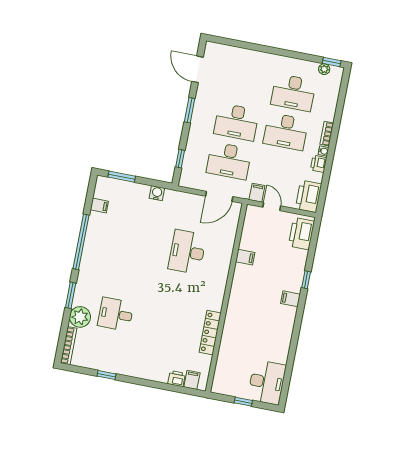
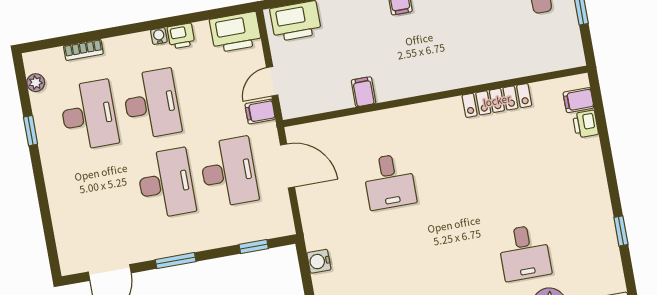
window: (332, 62) -> (31, 131), moved
bookcase: (327, 134) -> (83, 50), moved
desk: (187, 252) -> (389, 182), width x0.73

